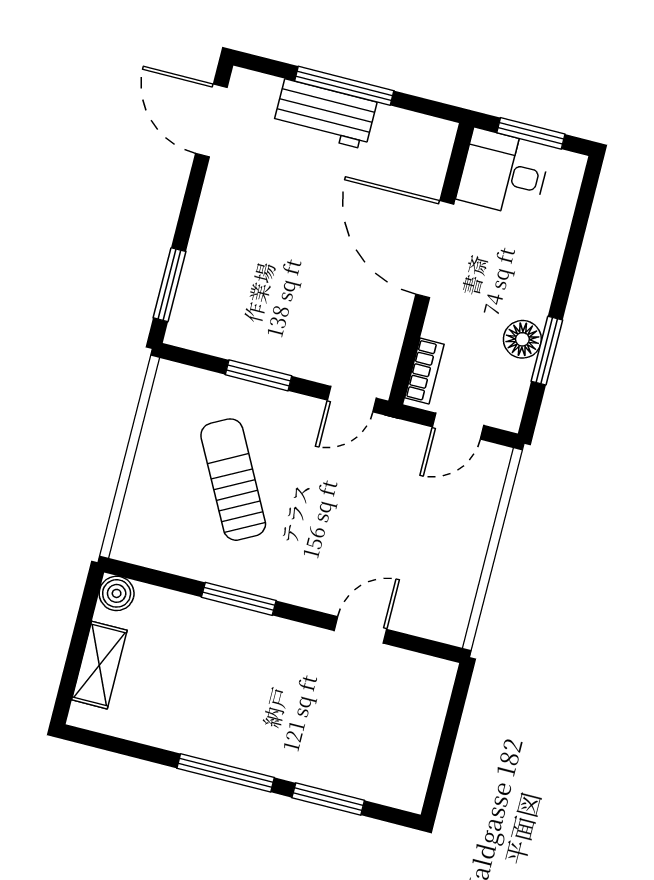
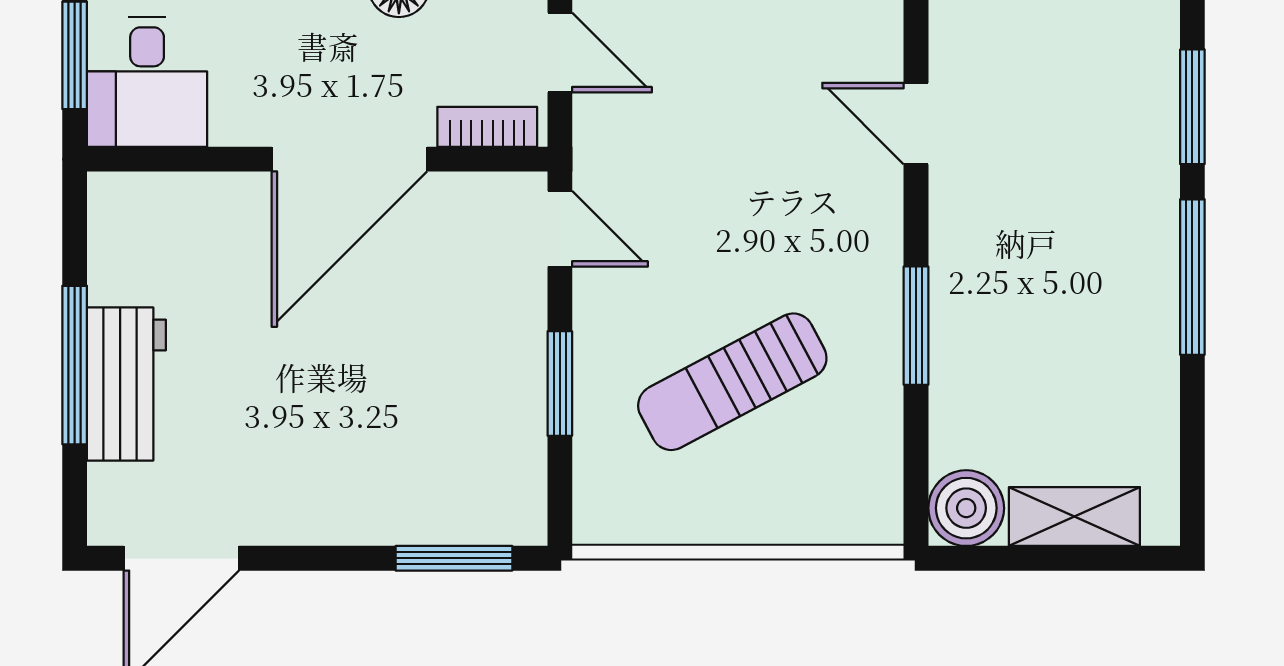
door: (435, 249) -> (349, 159), moved
boiler: (117, 593) -> (966, 508), width x1.36, depth x1.36

